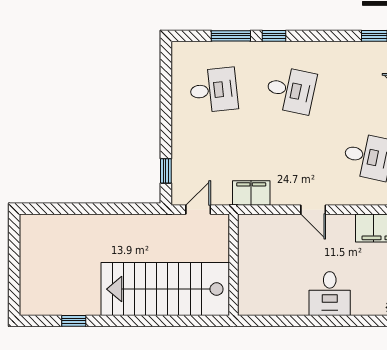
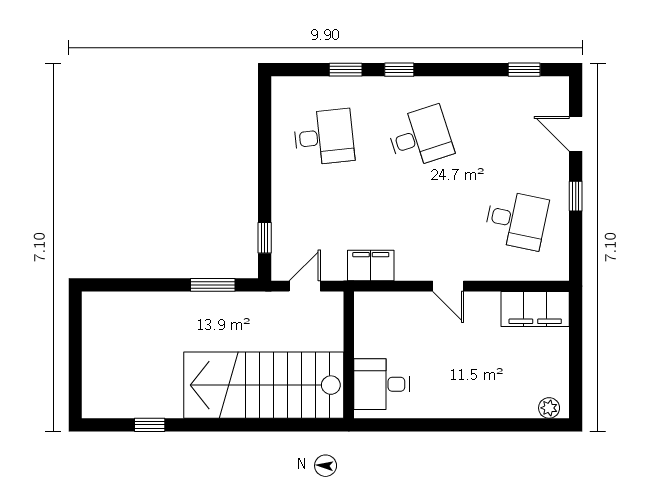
window: (231, 36) -> (346, 70), width x0.67
desk: (291, 90) -> (420, 137), turned -30
window: (124, 209) -> (213, 285), added
desk: (330, 294) -> (382, 384), moved, turned 90

